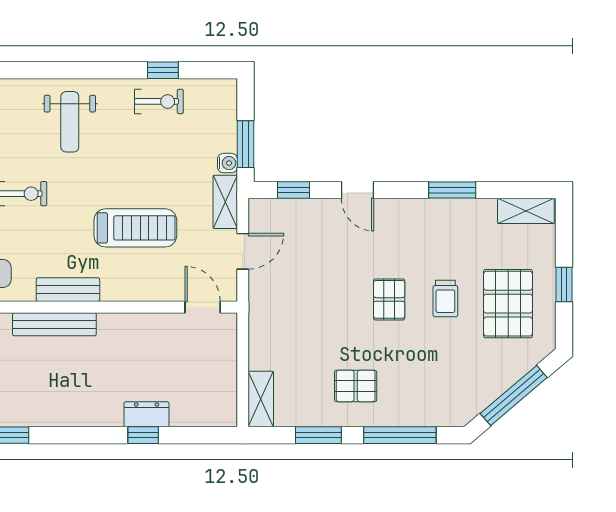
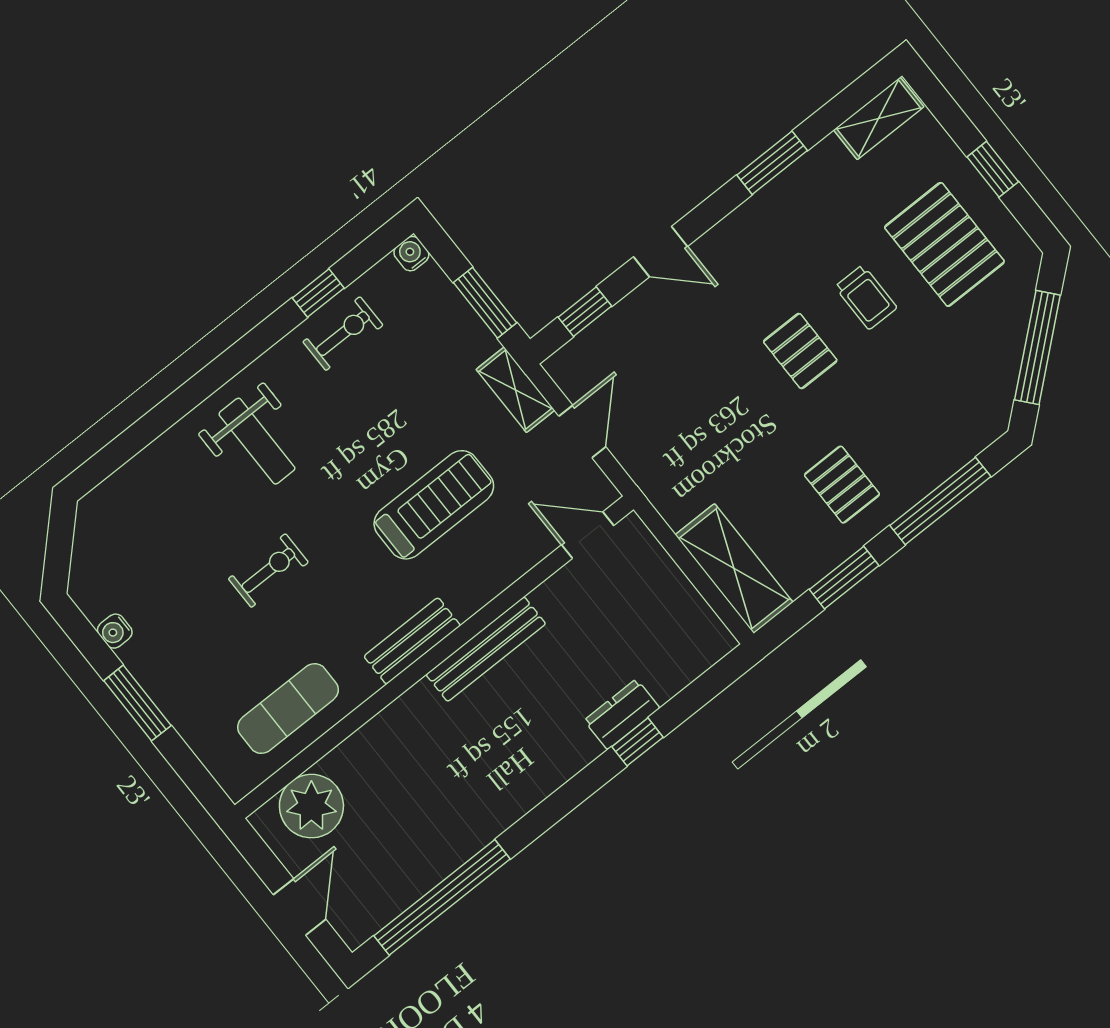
water cooler: (227, 163) -> (411, 254), moved, turned -90
bench: (54, 324) -> (486, 649), moved
pallet: (356, 386) -> (842, 485), turned 90
shelving: (261, 399) -> (734, 569), width x1.50, depth x1.33

